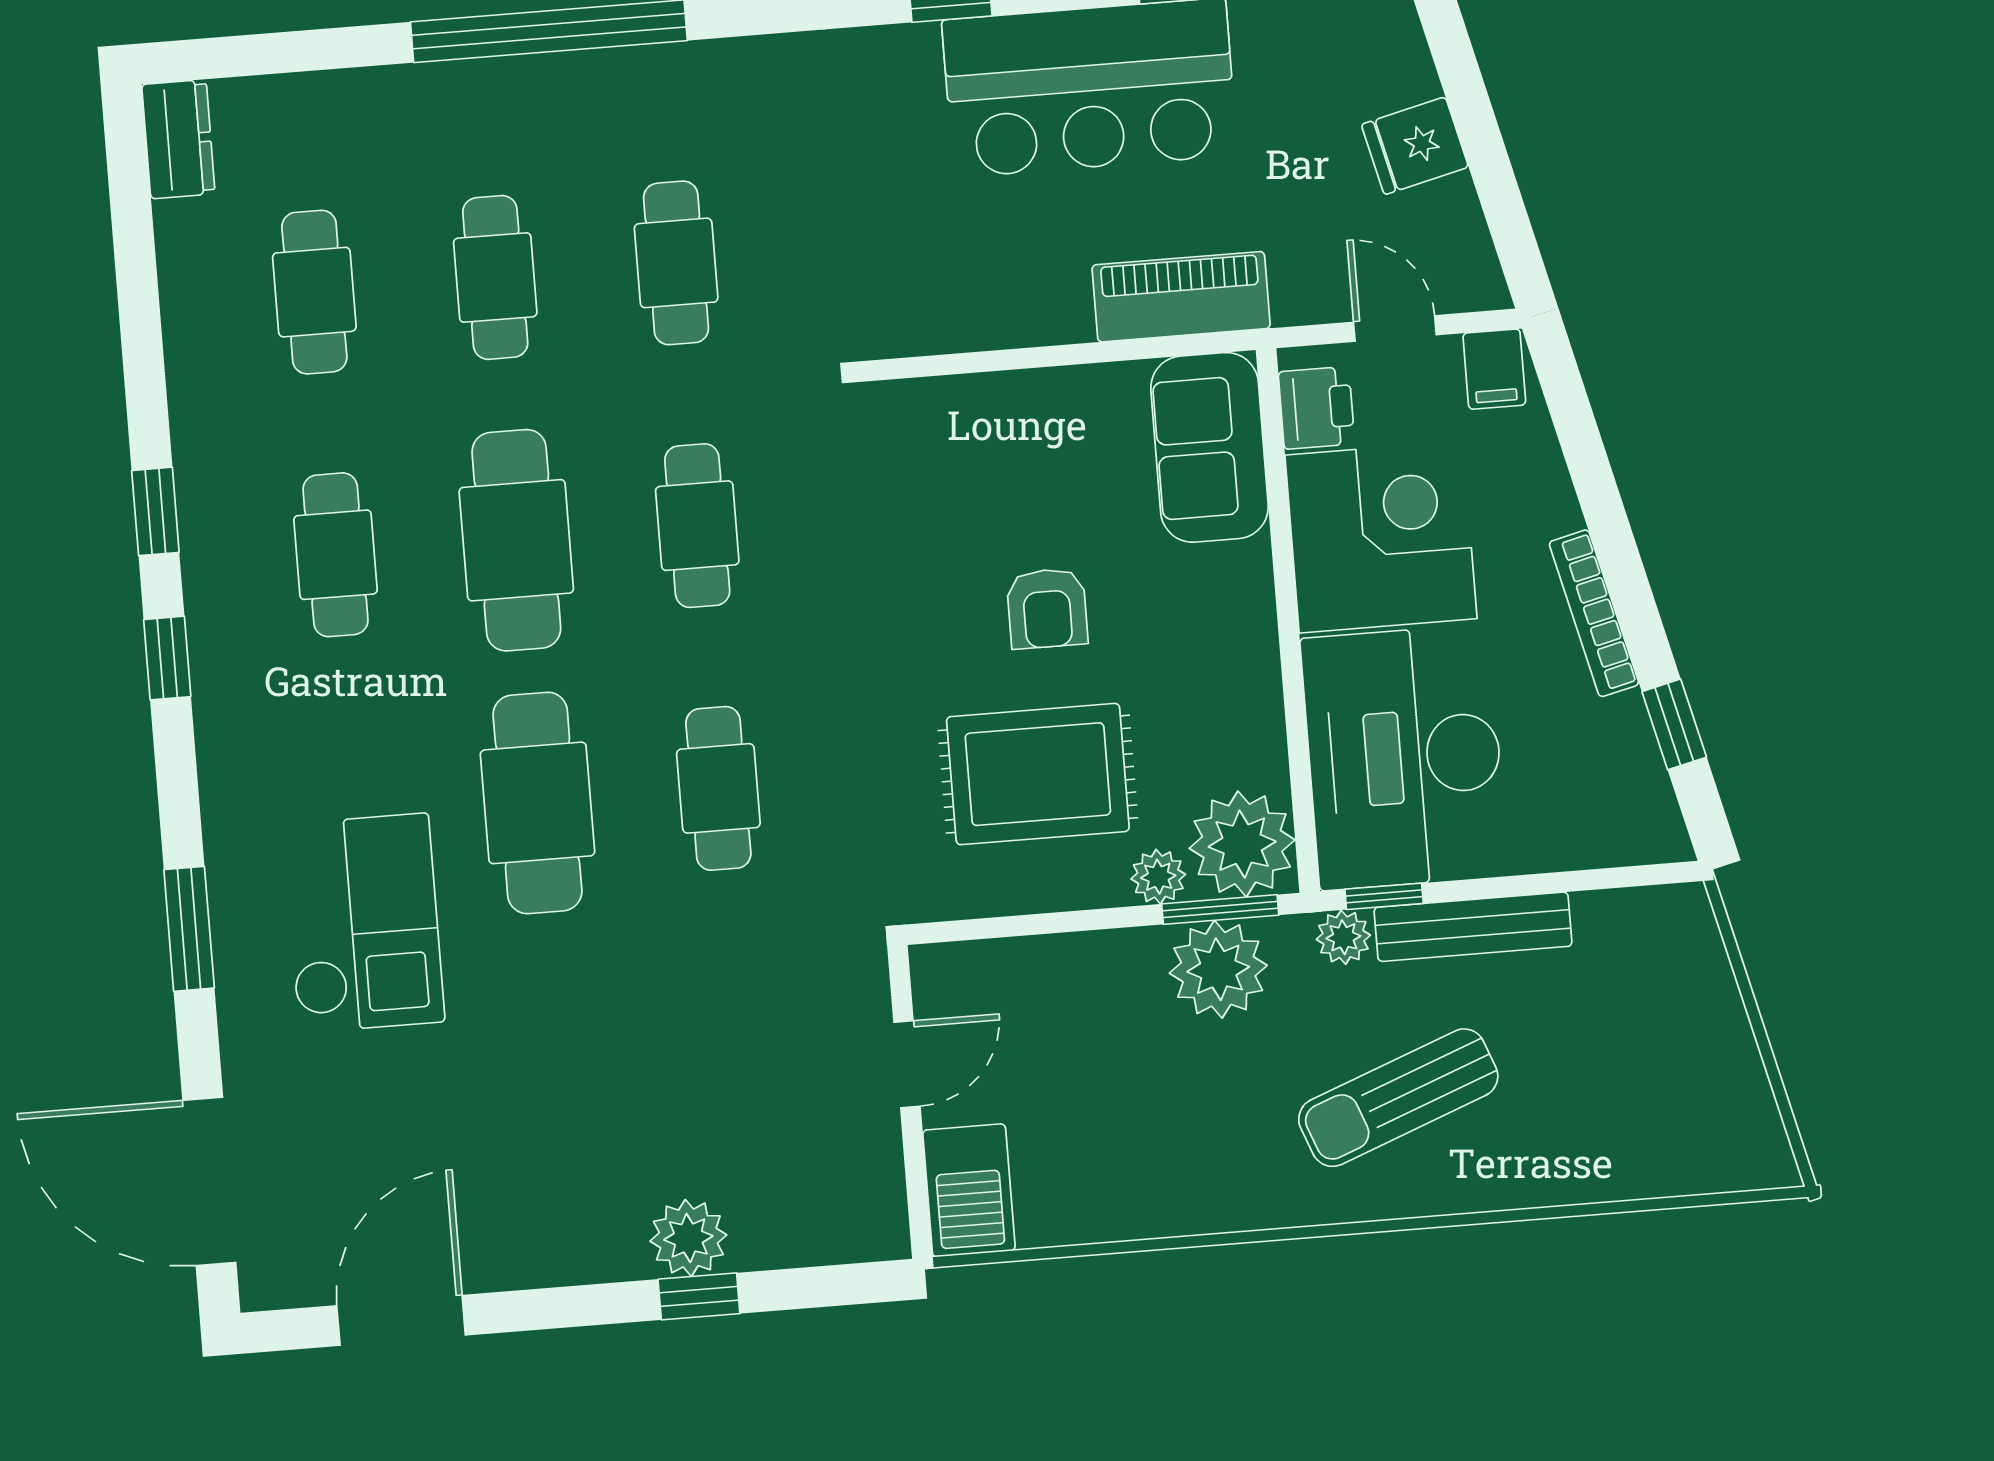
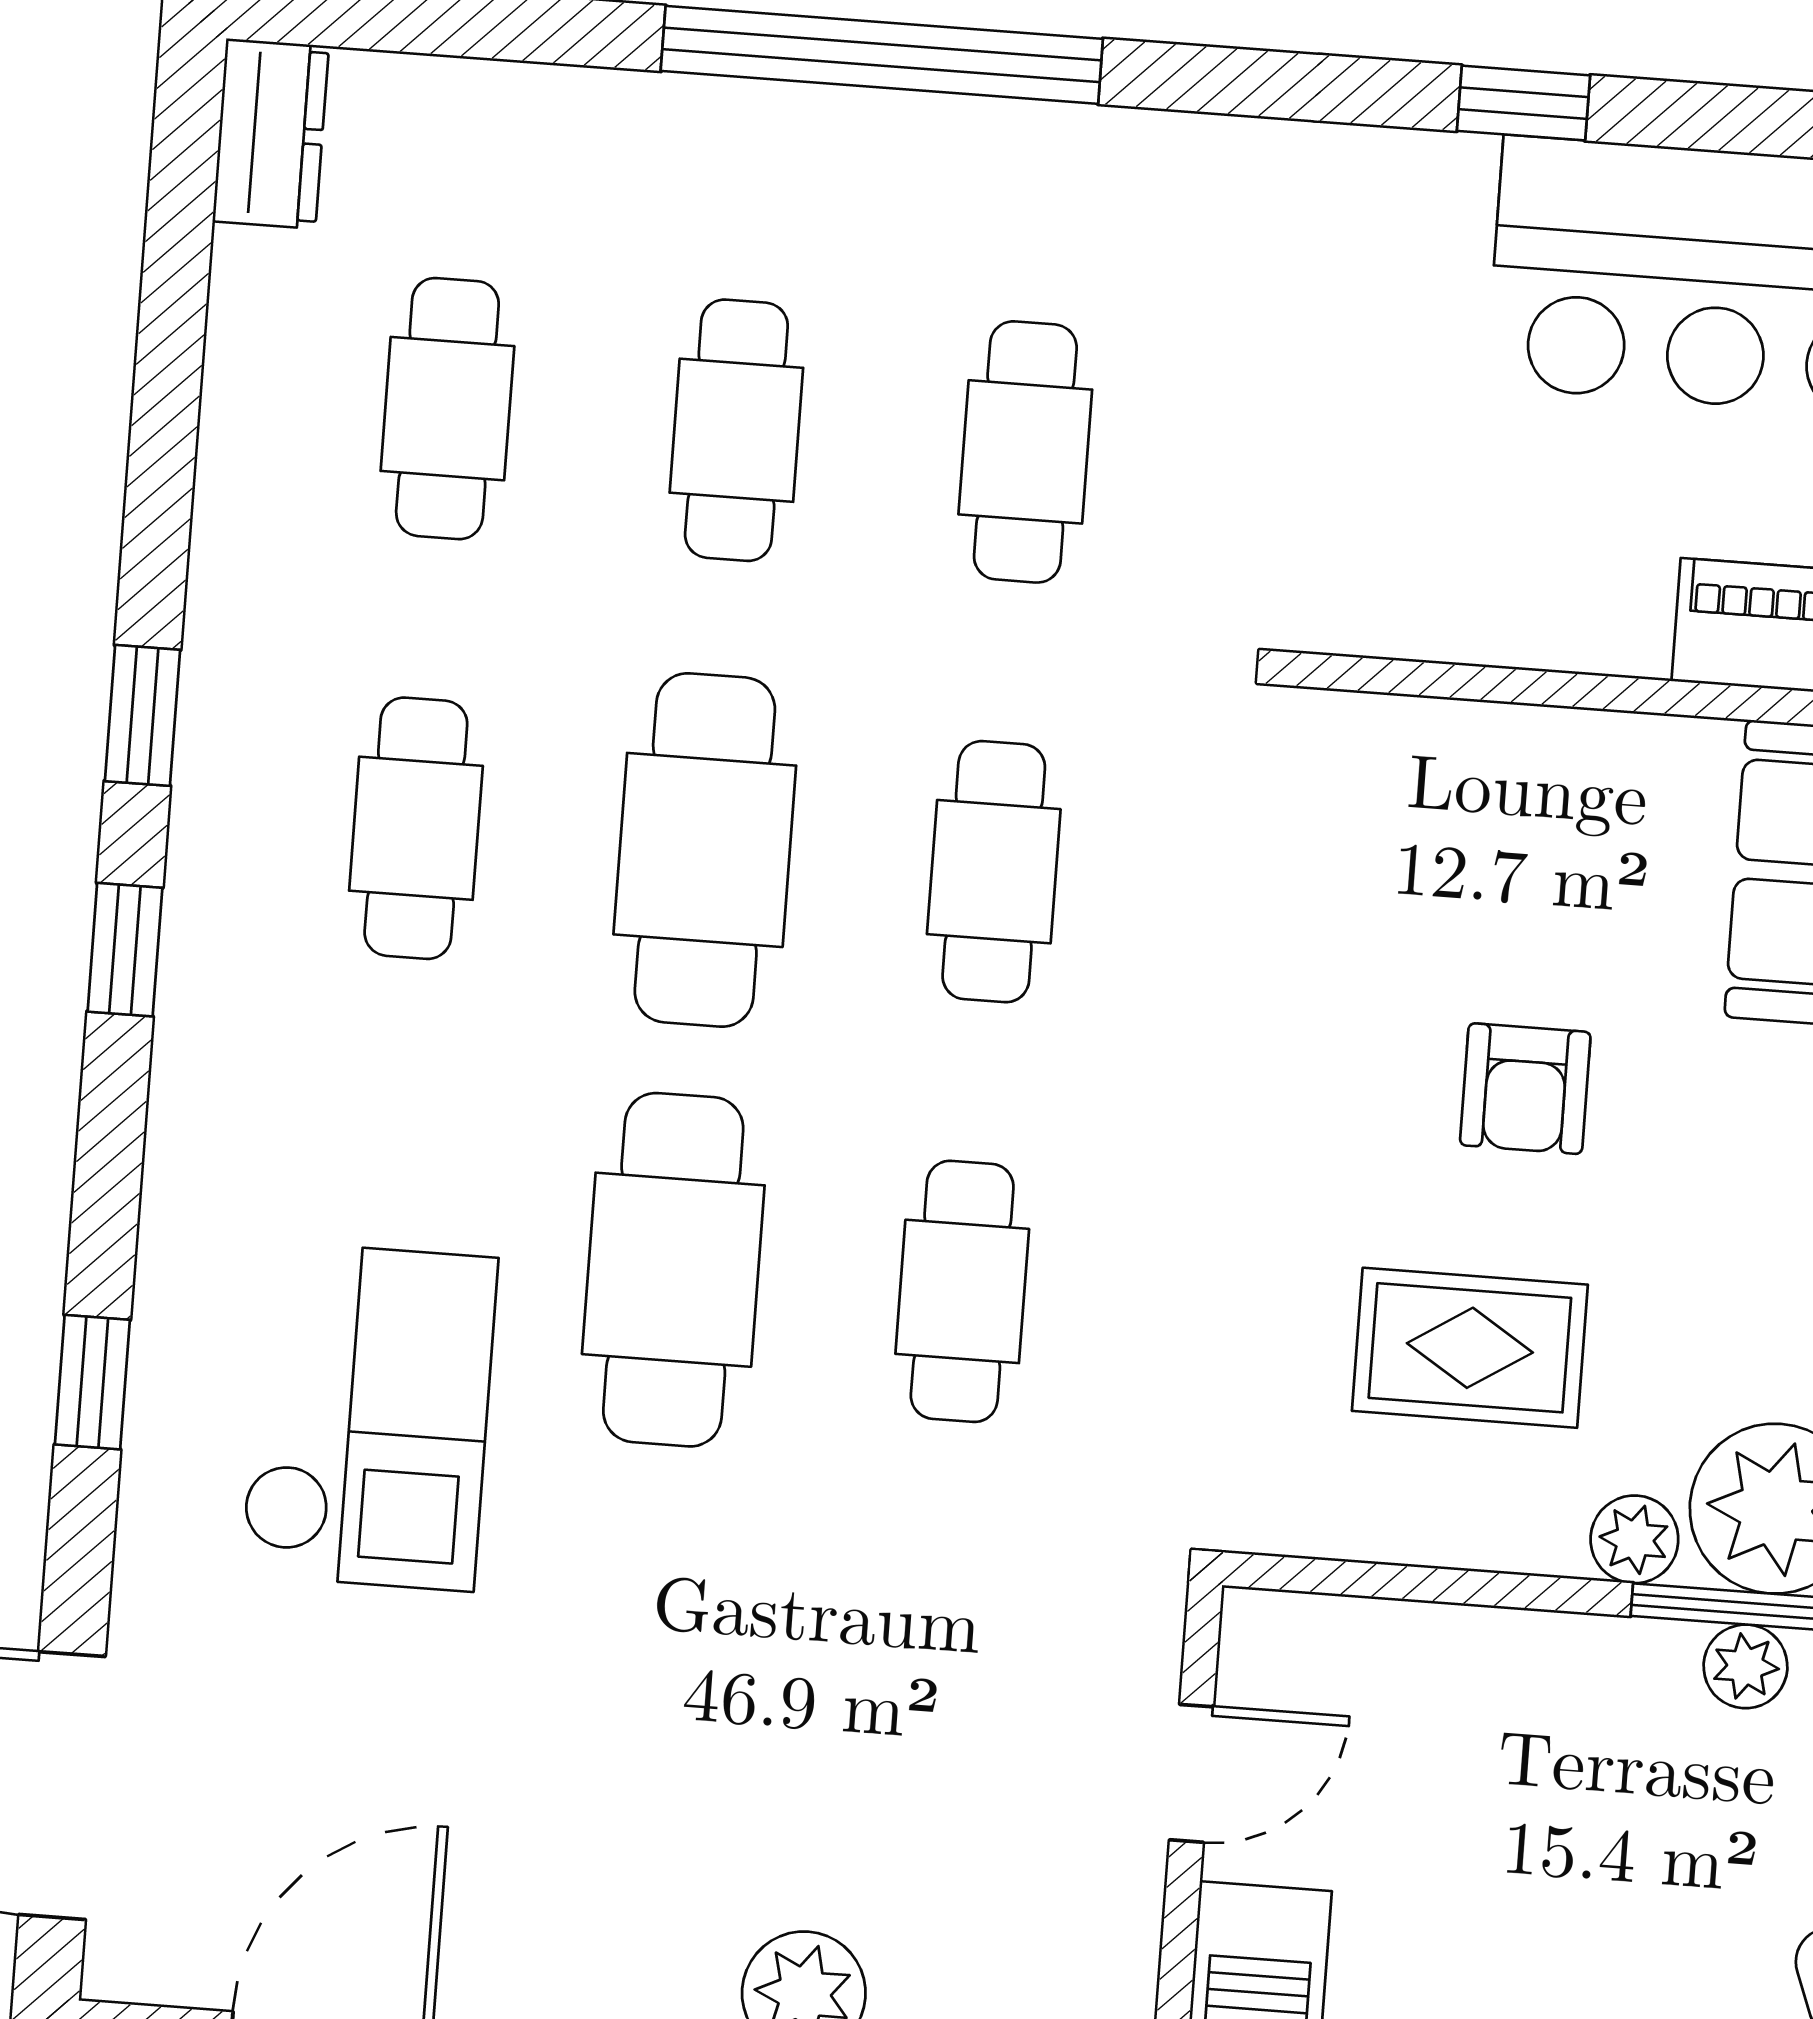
rug: (1038, 774) -> (1470, 1348), width x0.73, depth x0.70
window: (189, 929) -> (92, 1382), width x0.67
plant: (1218, 969) -> (1745, 1666), width x0.53, depth x0.53

